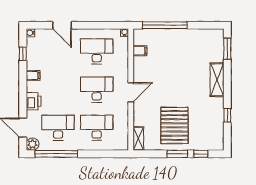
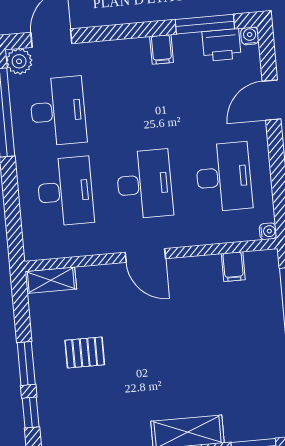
window: (23, 54) -> (205, 24), width x2.17
printer: (34, 101) -> (222, 45), moved
pallet: (174, 125) -> (85, 352), width x0.49, depth x0.50

